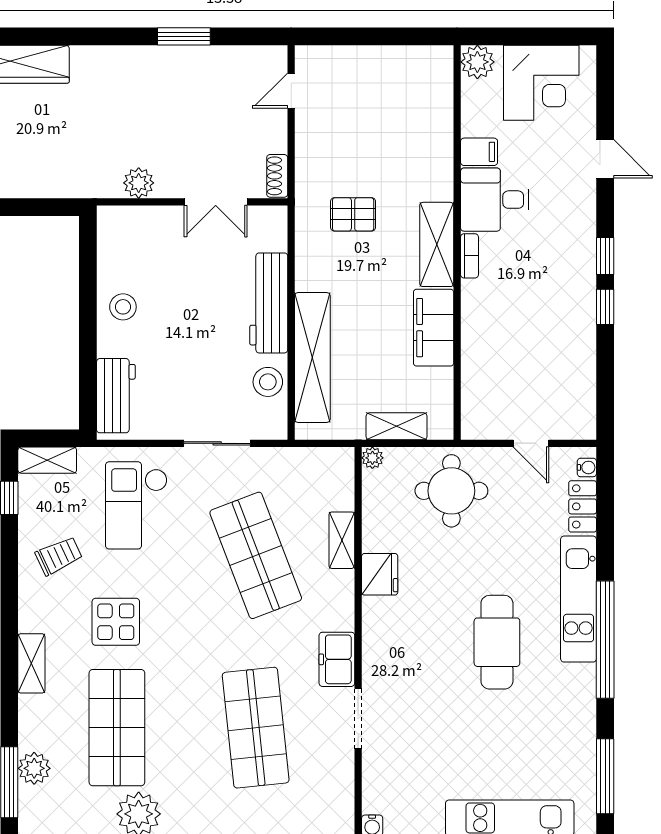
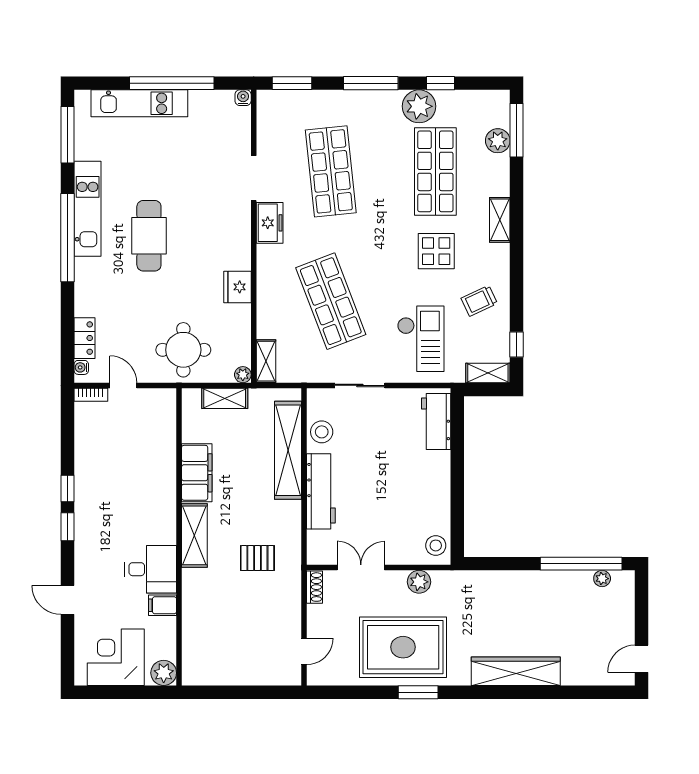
window: (184, 36) -> (418, 692), moved
rug: (160, 96) -> (403, 647), added
bookcase: (469, 256) -> (91, 395), moved, turned -90
stool: (123, 307) -> (436, 545), moved
shelving: (342, 540) -> (266, 361), moved
kitchen unit: (579, 599) -> (88, 209), moved

